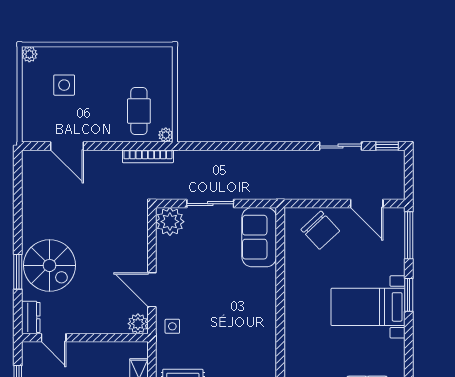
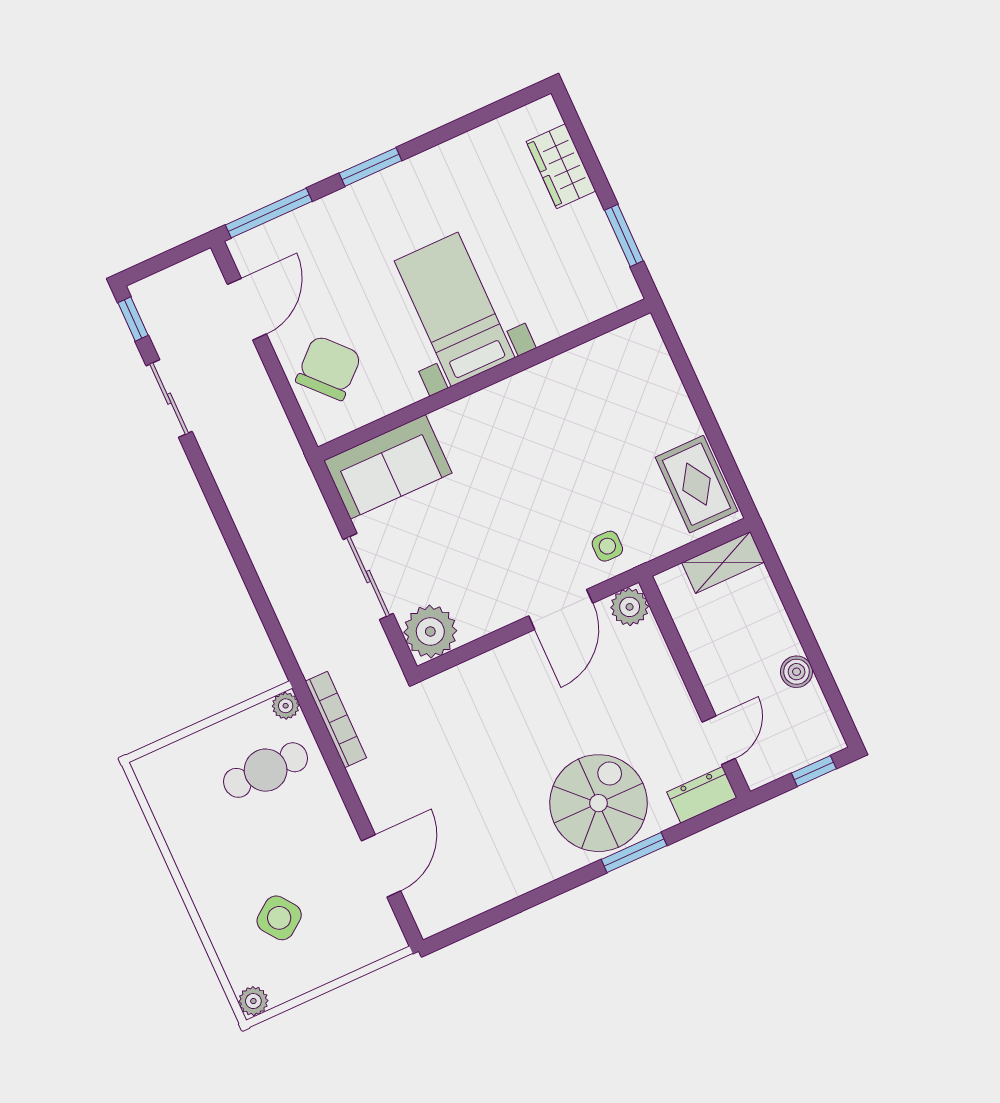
side table: (64, 85) -> (279, 918), turned -36
bed with nightstands: (368, 307) -> (455, 309), moved, turned 180

